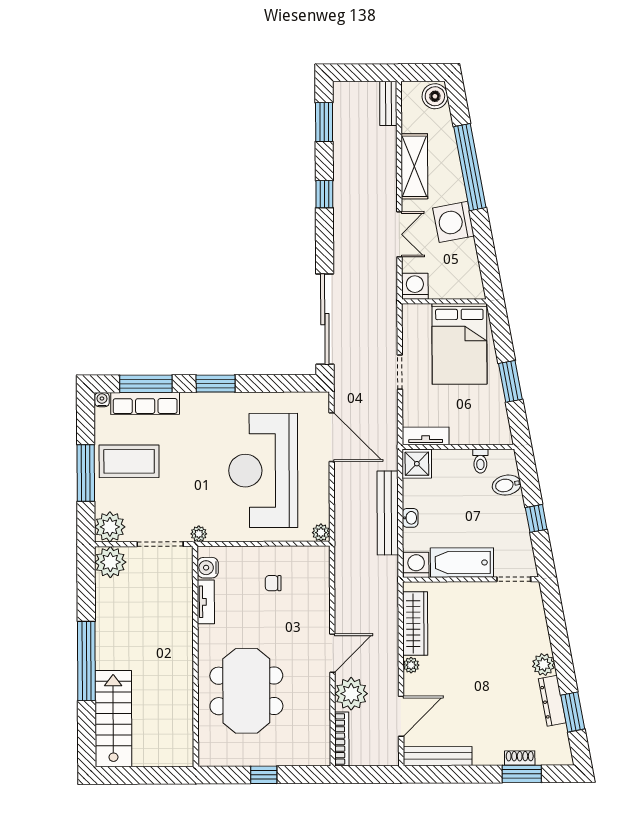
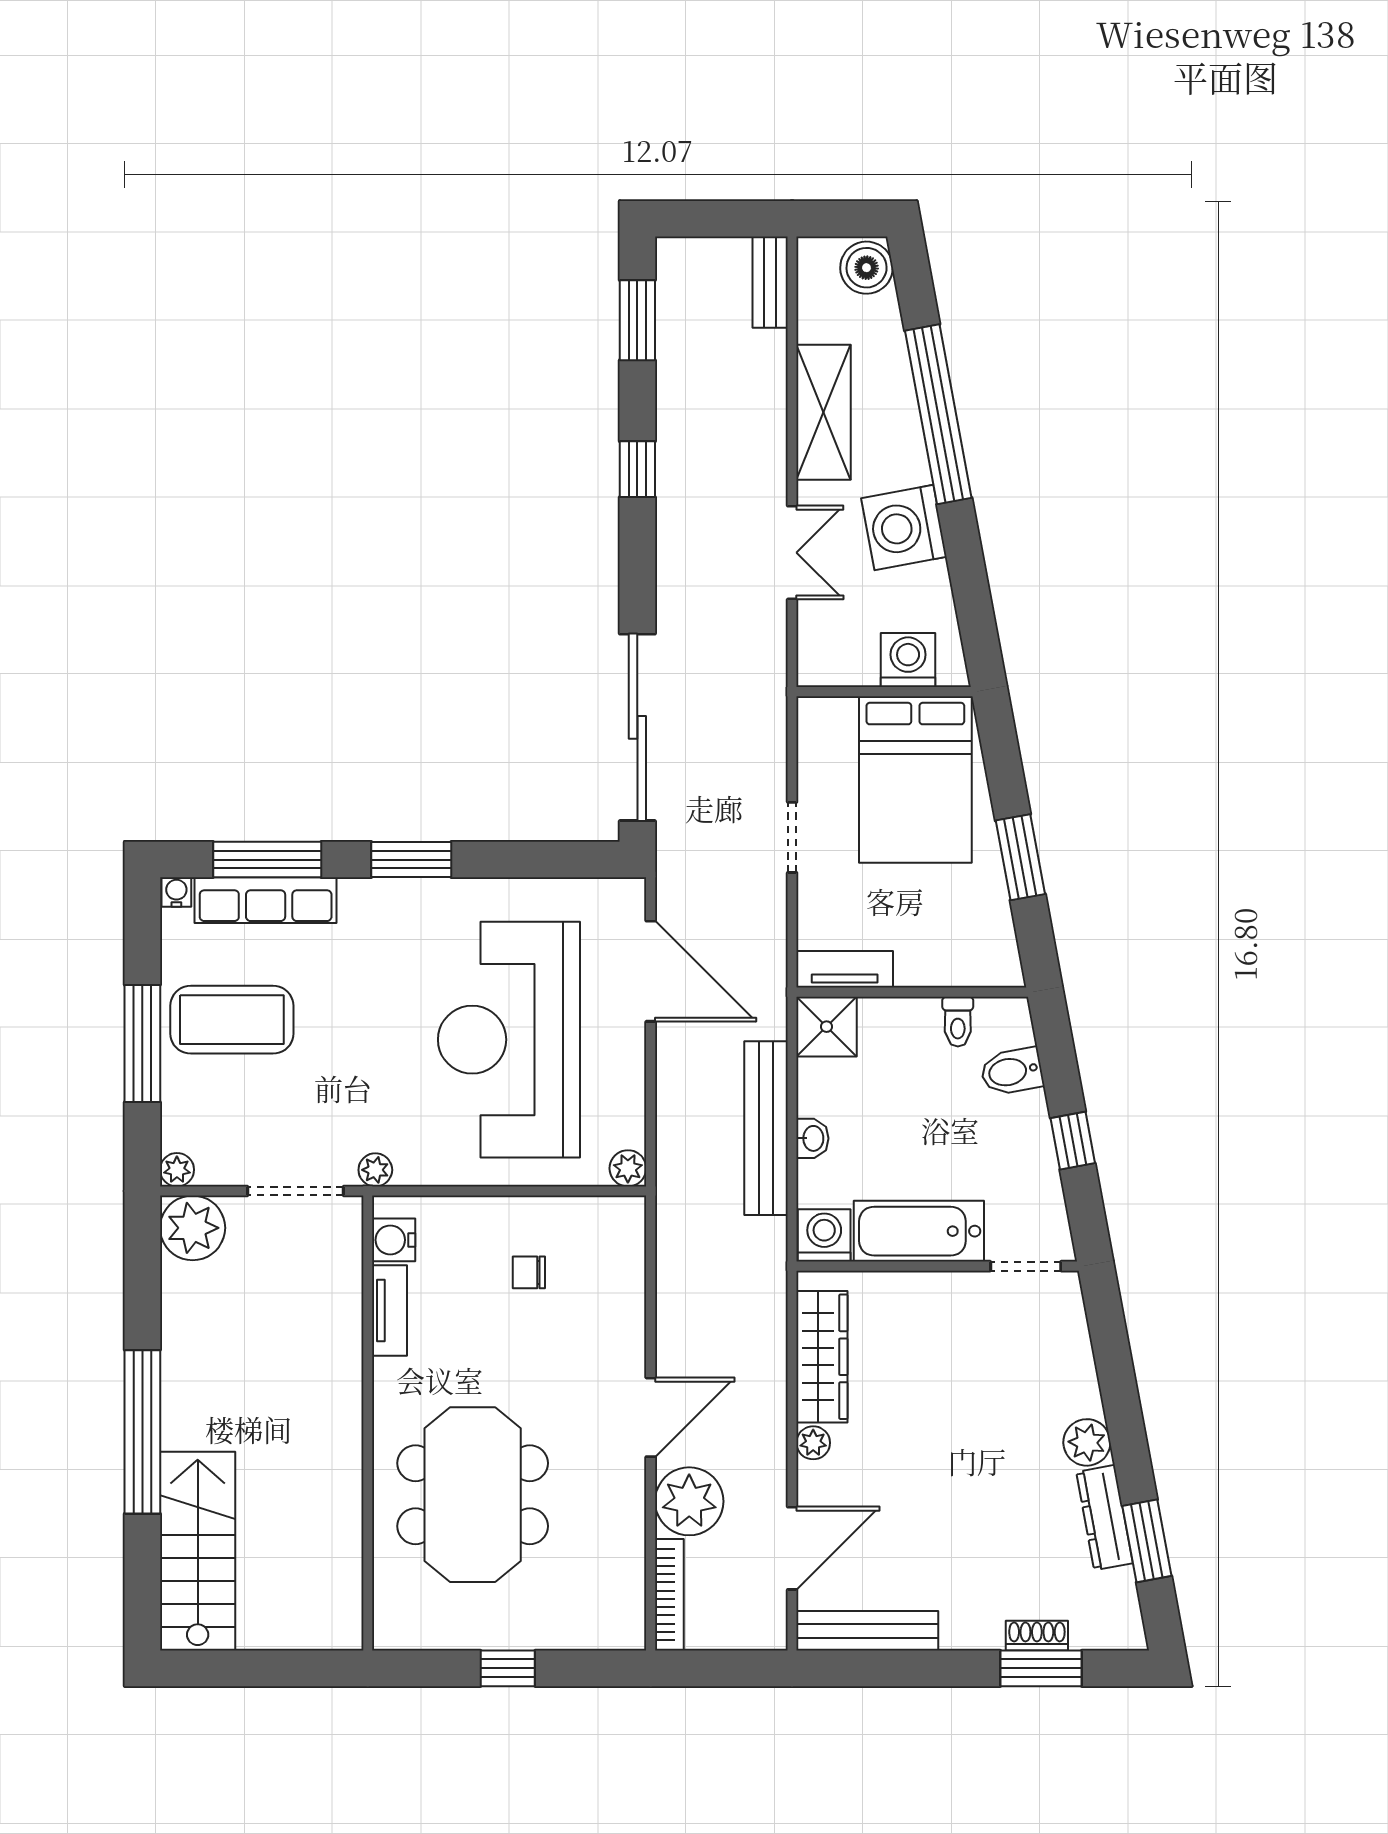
washing machine: (415, 286) -> (908, 660), moved
plant: (110, 527) -> (177, 1170), width x0.53, depth x0.53

